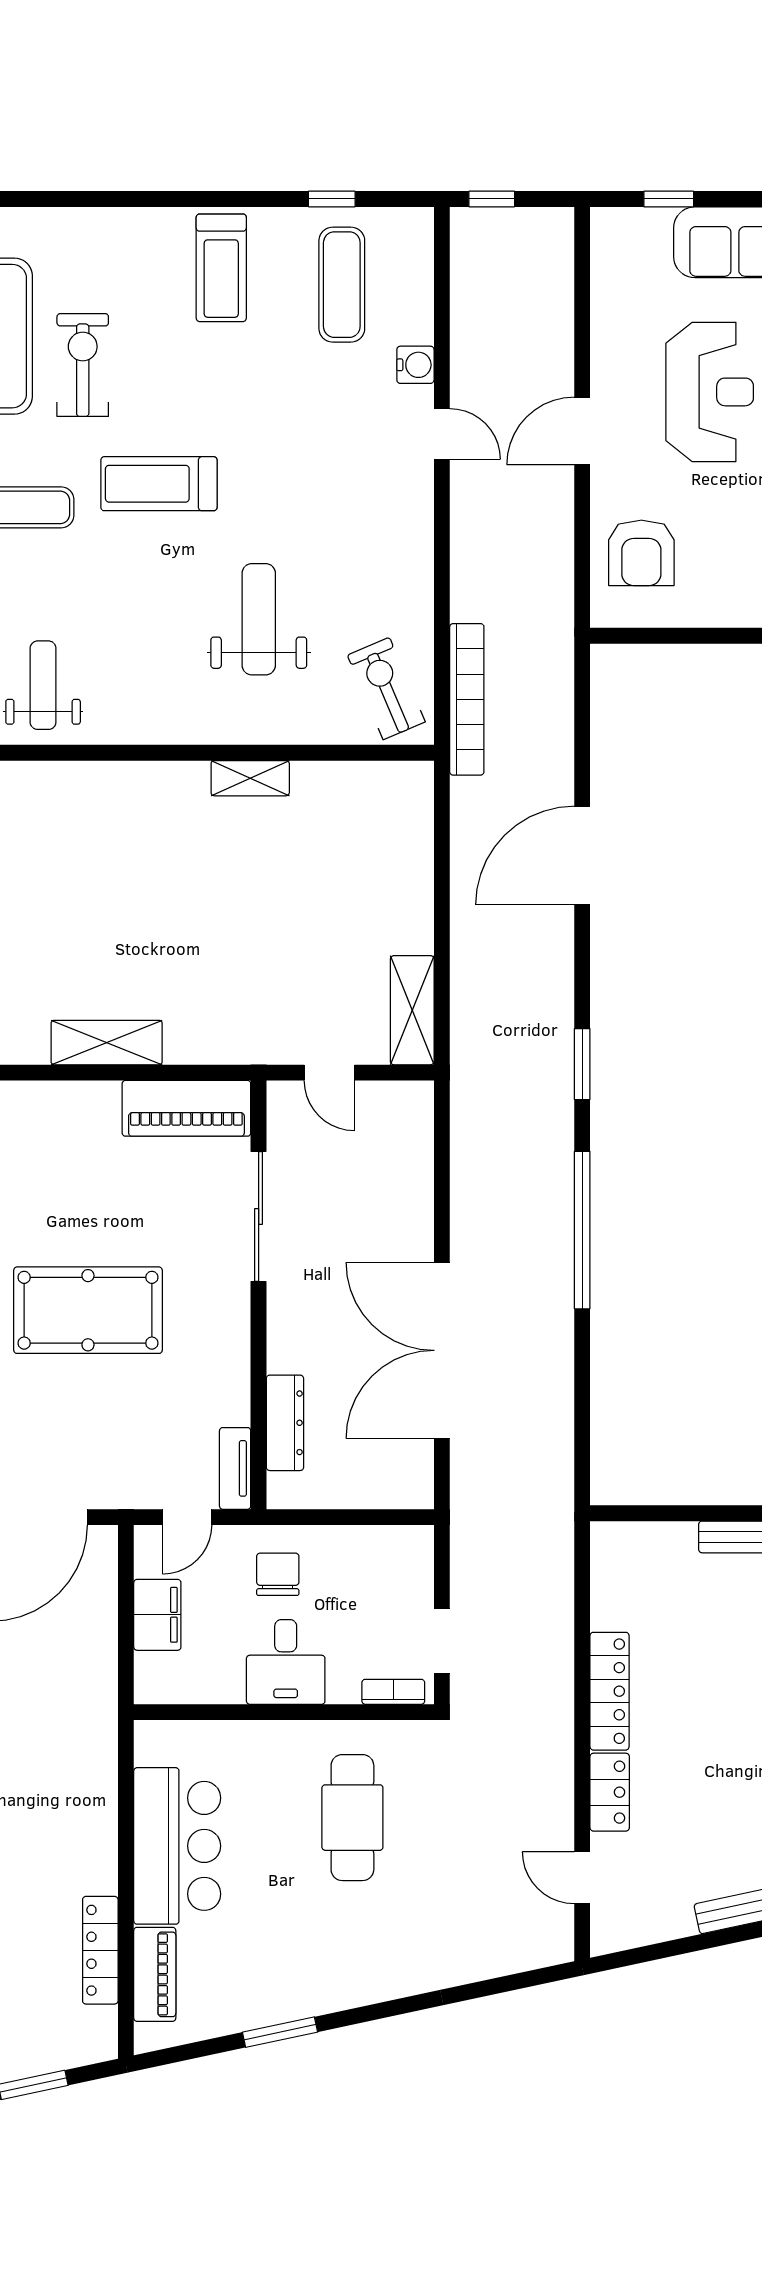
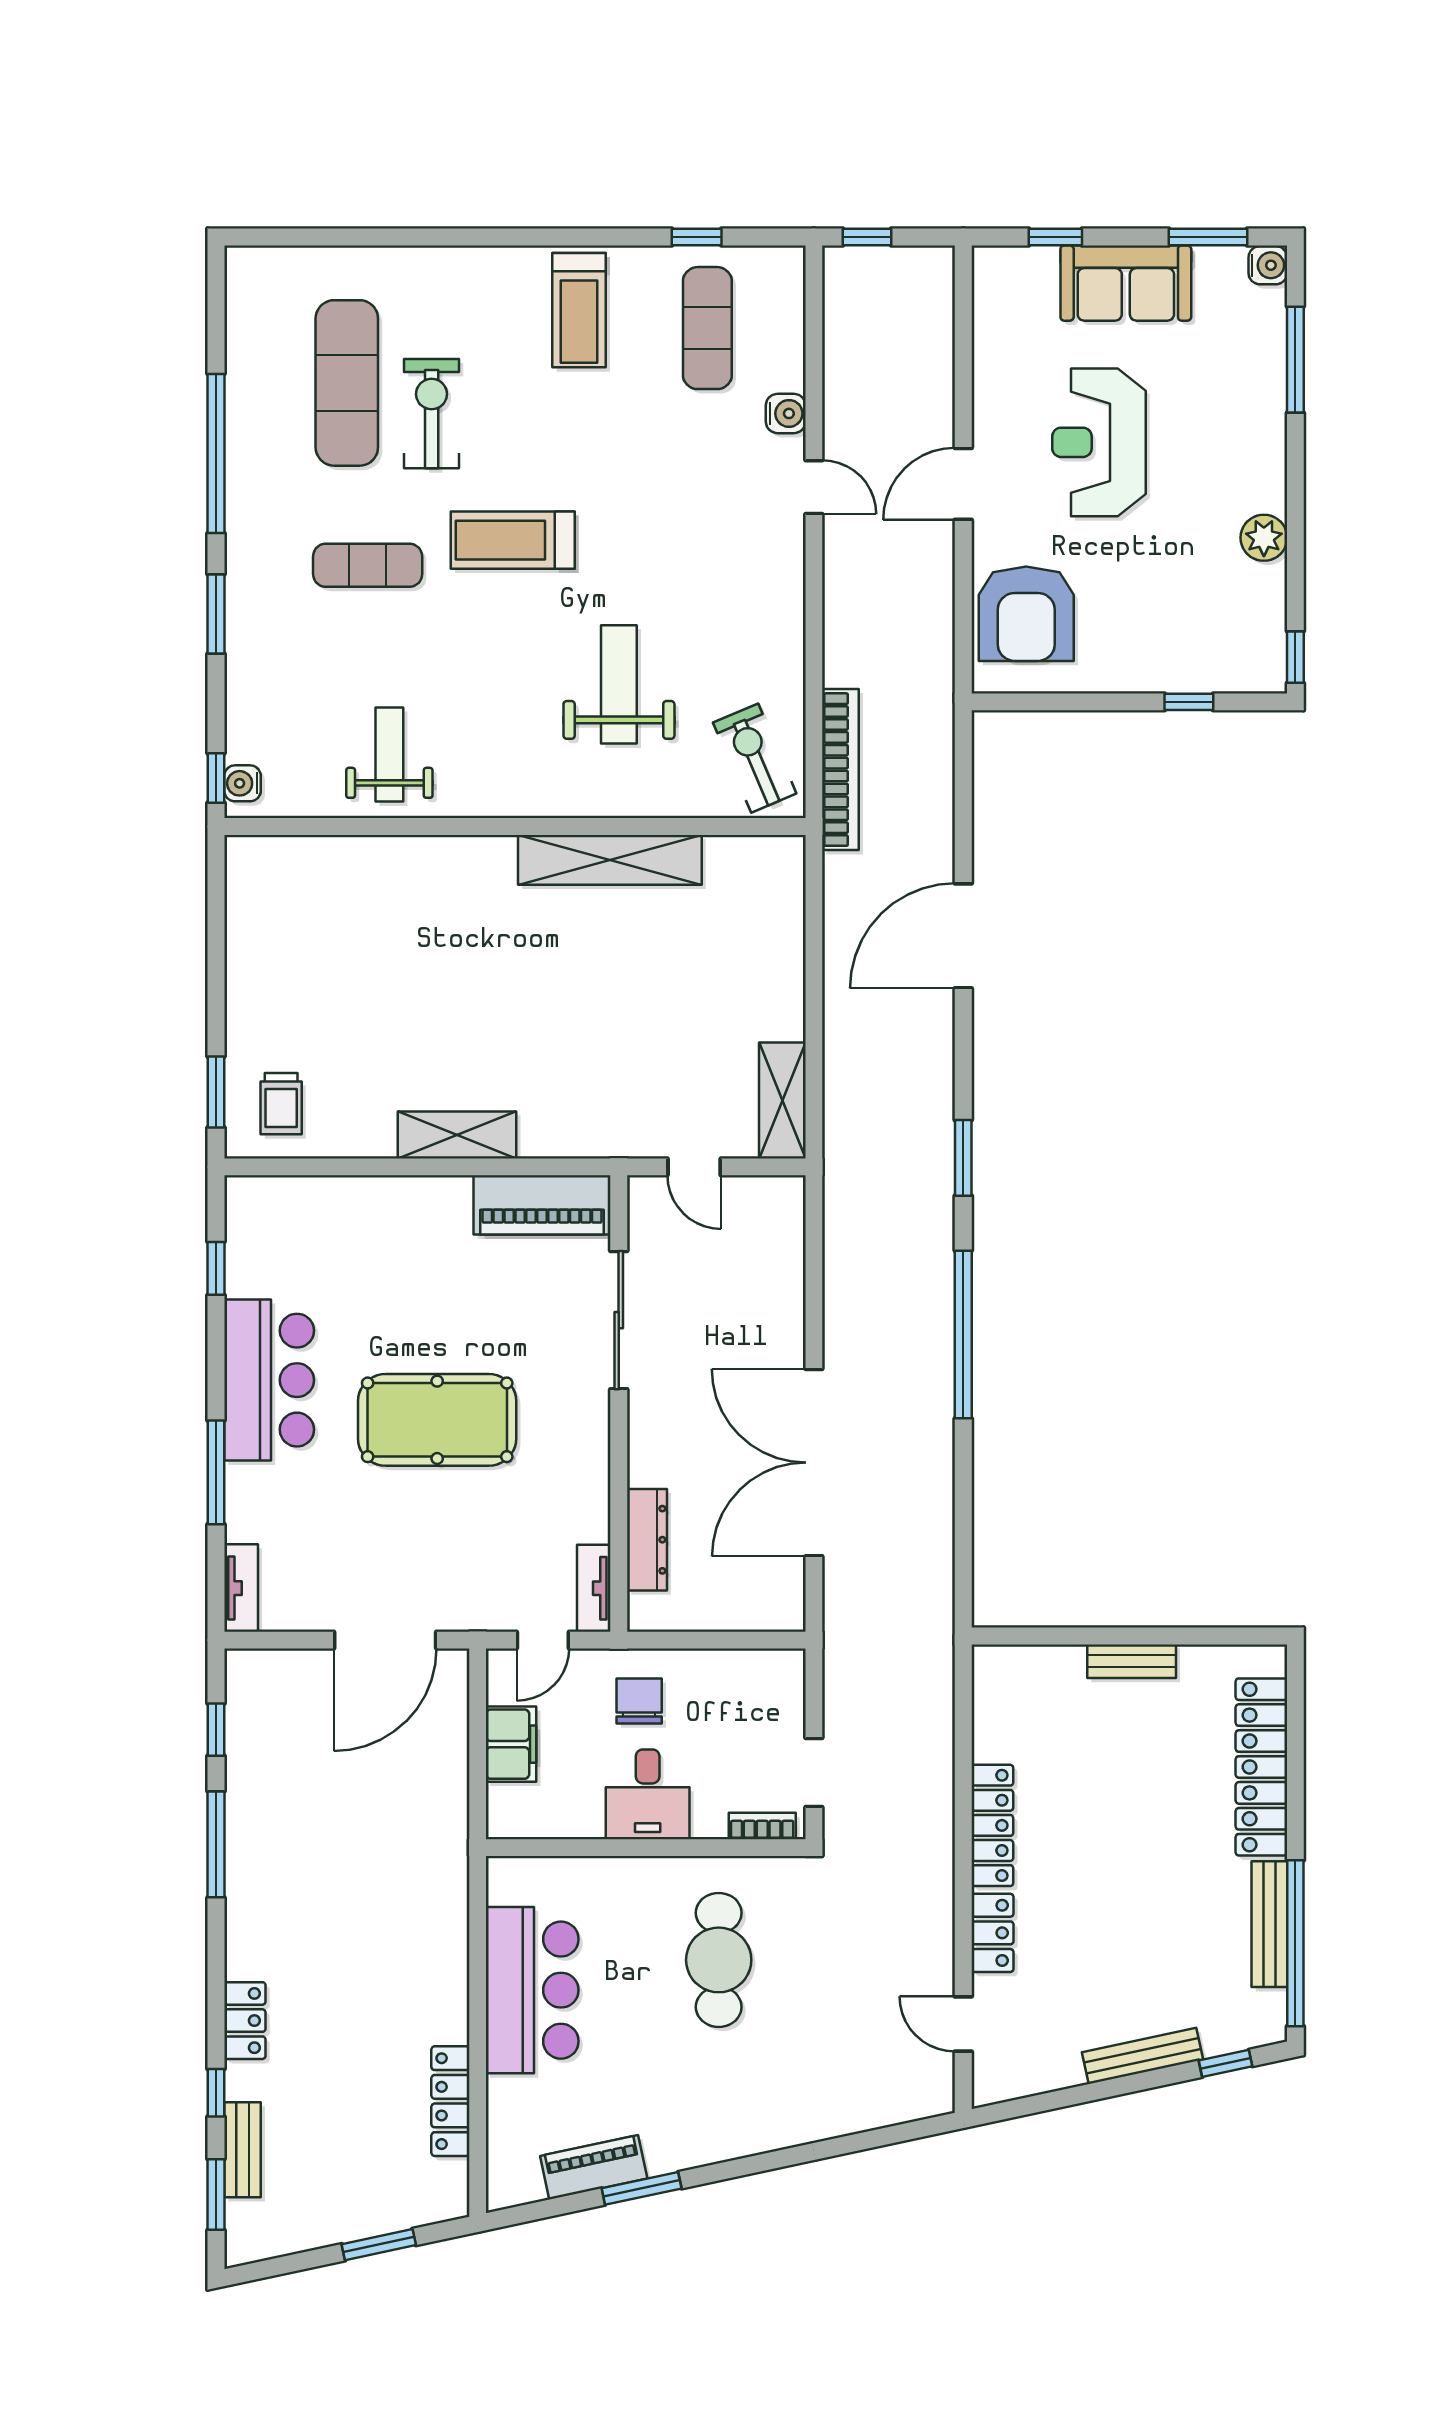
reception desk: (710, 392) -> (1099, 442), turned 180
armchair: (641, 553) -> (1026, 614), width x1.36, depth x1.36
shelving: (250, 778) -> (610, 860), width x2.20, depth x1.33
piano: (155, 1974) -> (594, 2167), moved, turned -102

